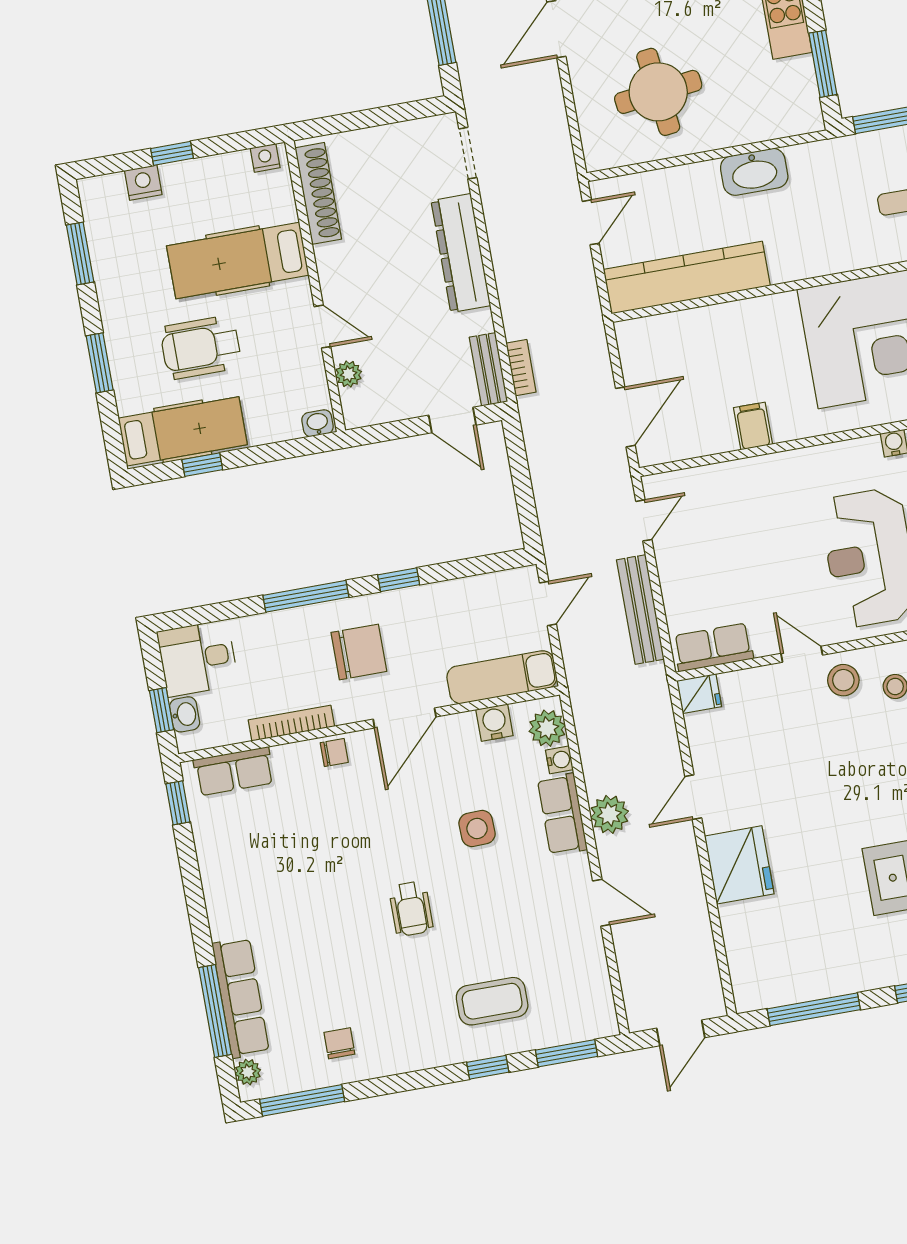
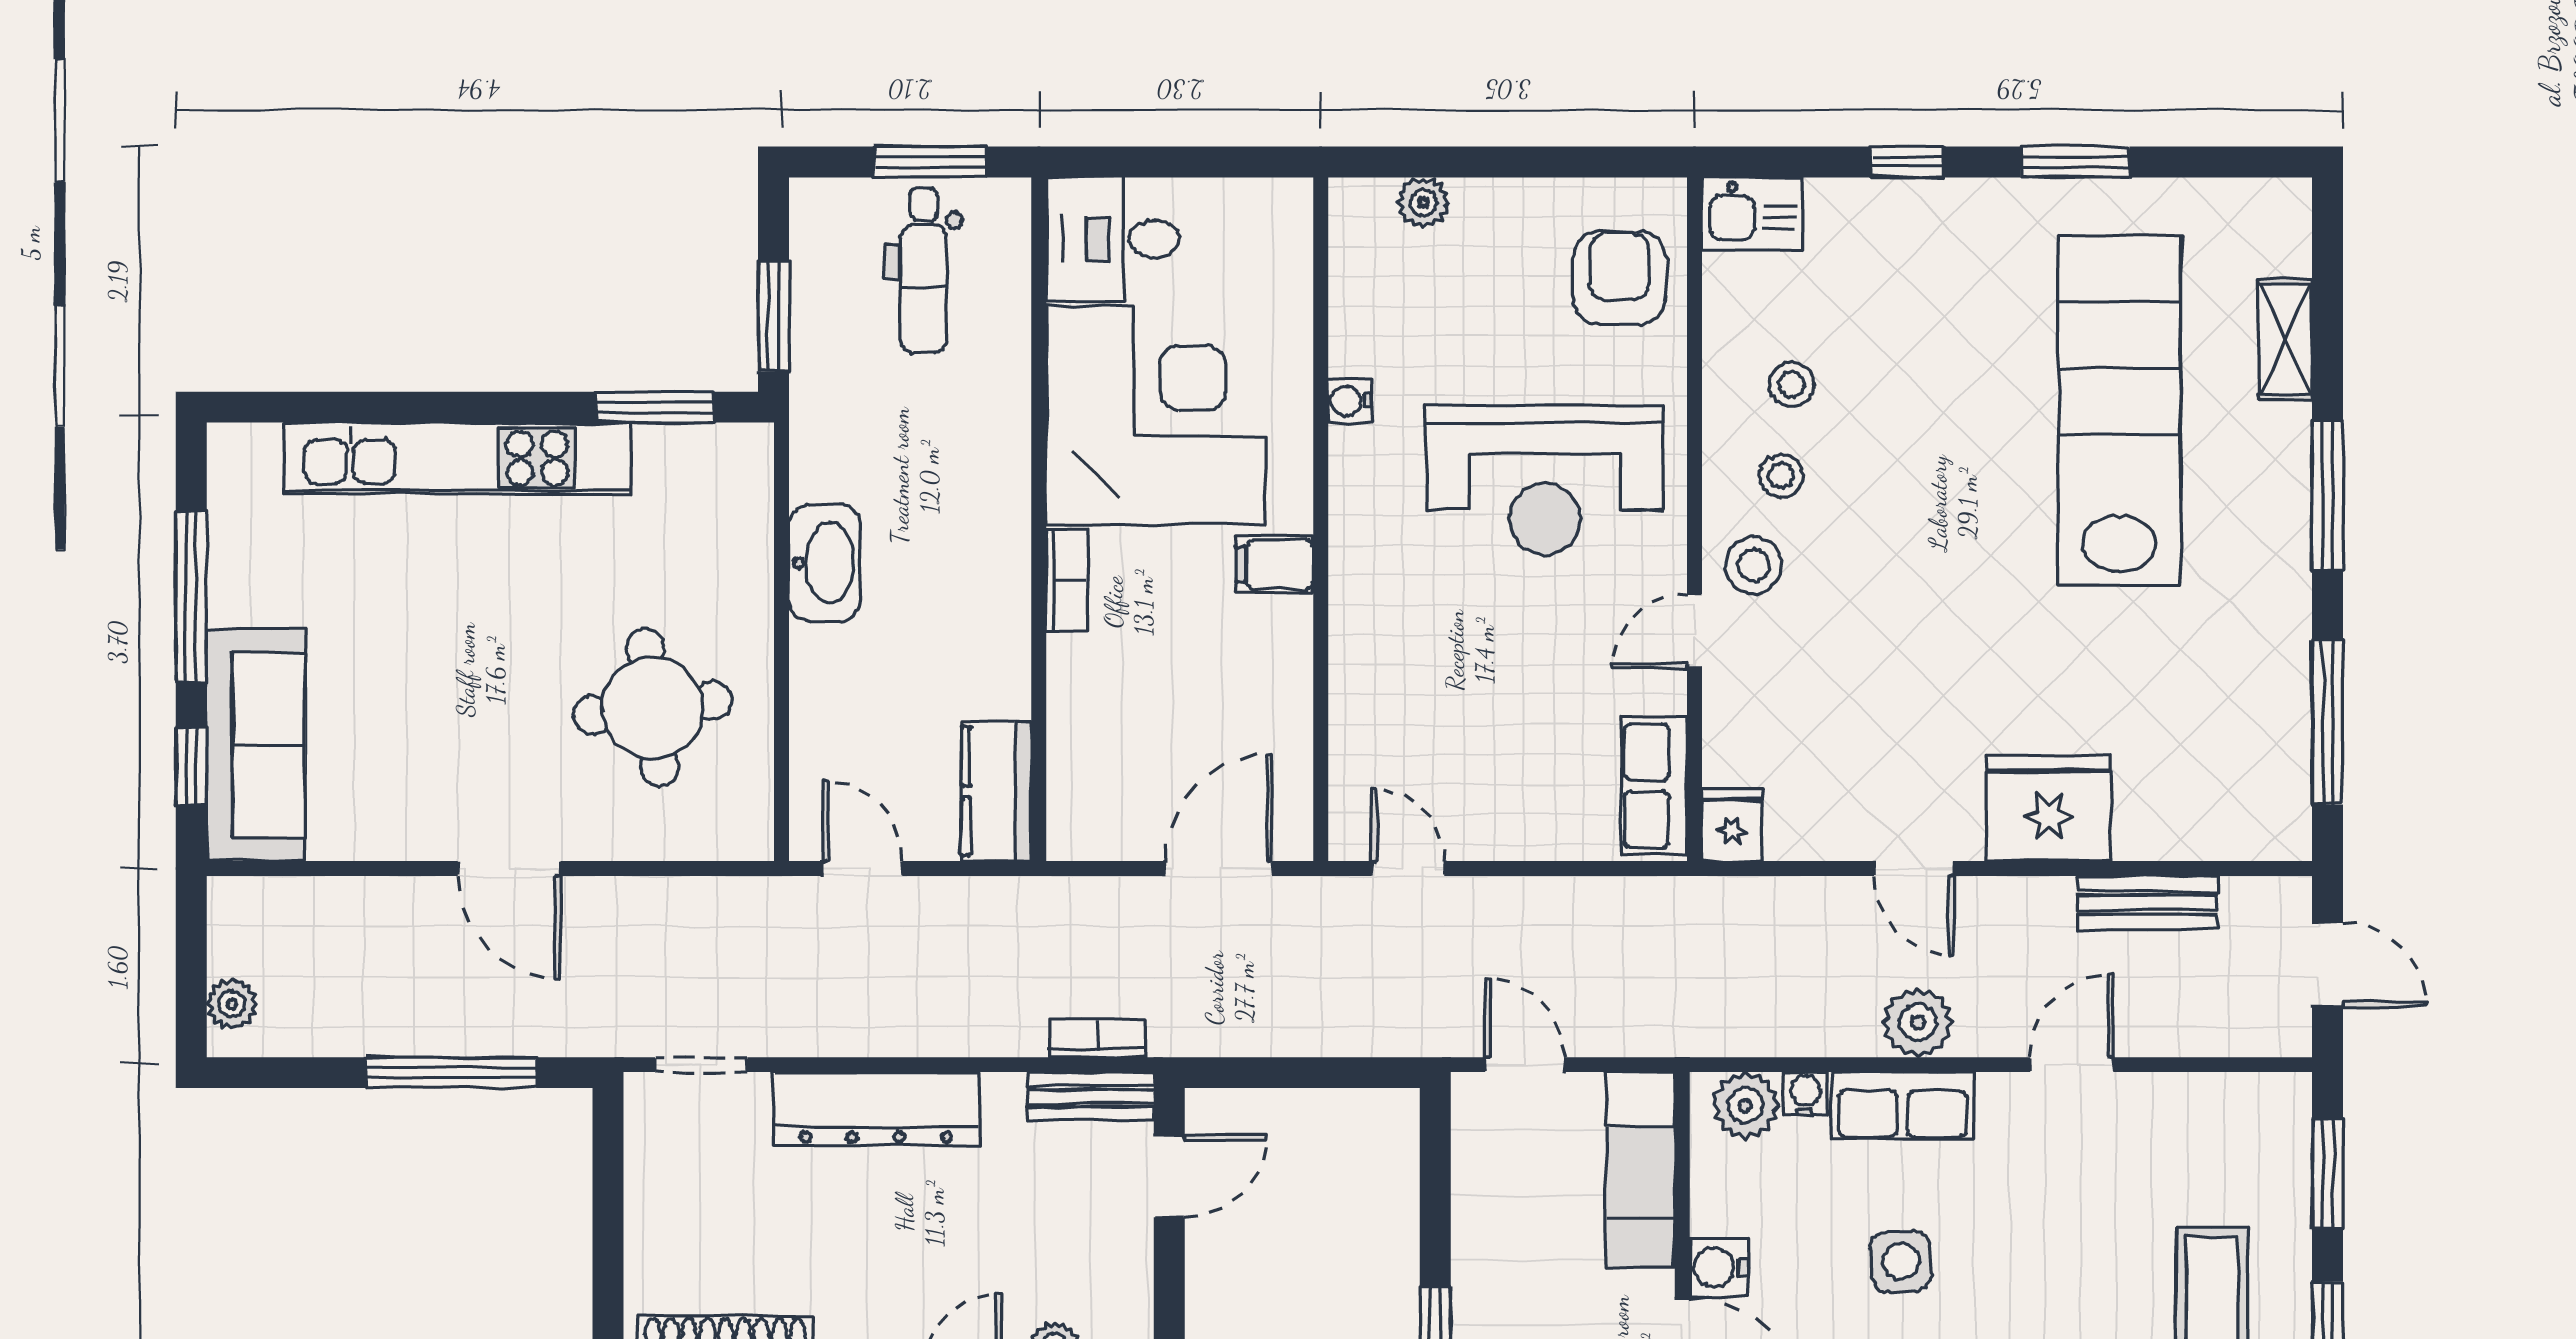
kitchen counter: (687, 278) -> (997, 791), width x0.48, depth x0.86
bookcase: (768, 306) -> (1067, 580), added
door: (625, 417) -> (1218, 869), hinge flipped
filing cabinet: (753, 426) -> (1275, 564), moved
bench: (640, 609) -> (2147, 903), moved, width x0.73
water cooler: (494, 723) -> (1719, 1267), moved

